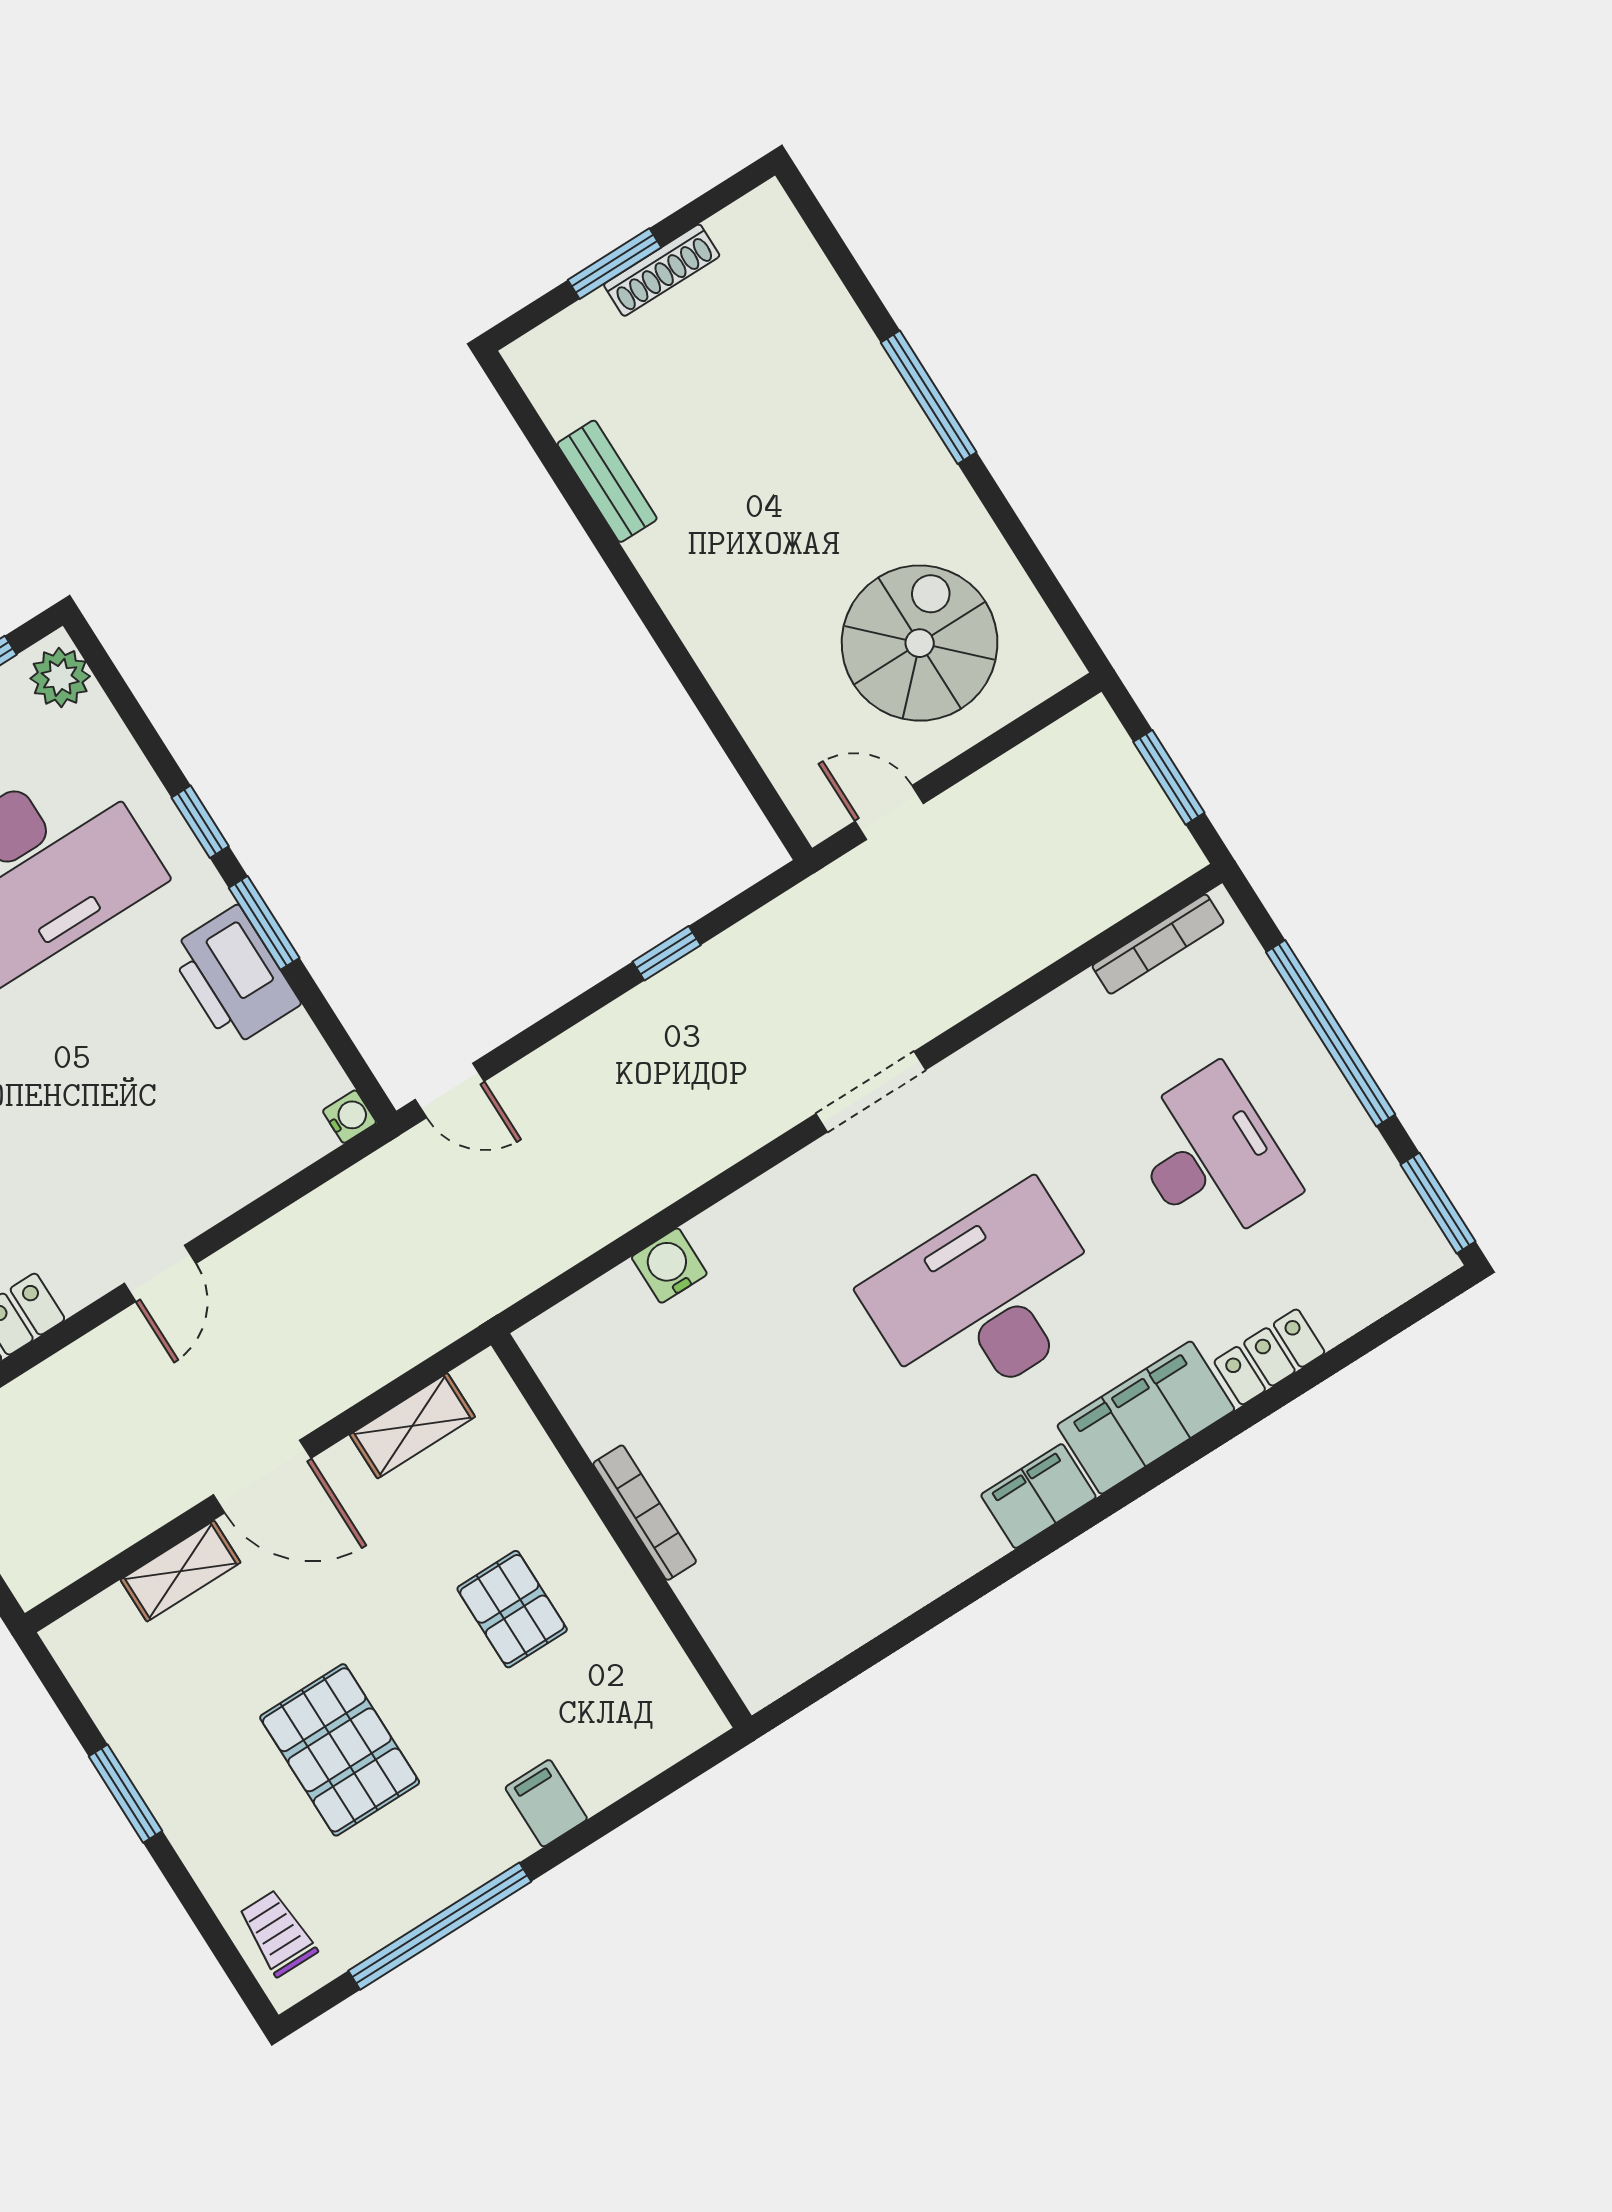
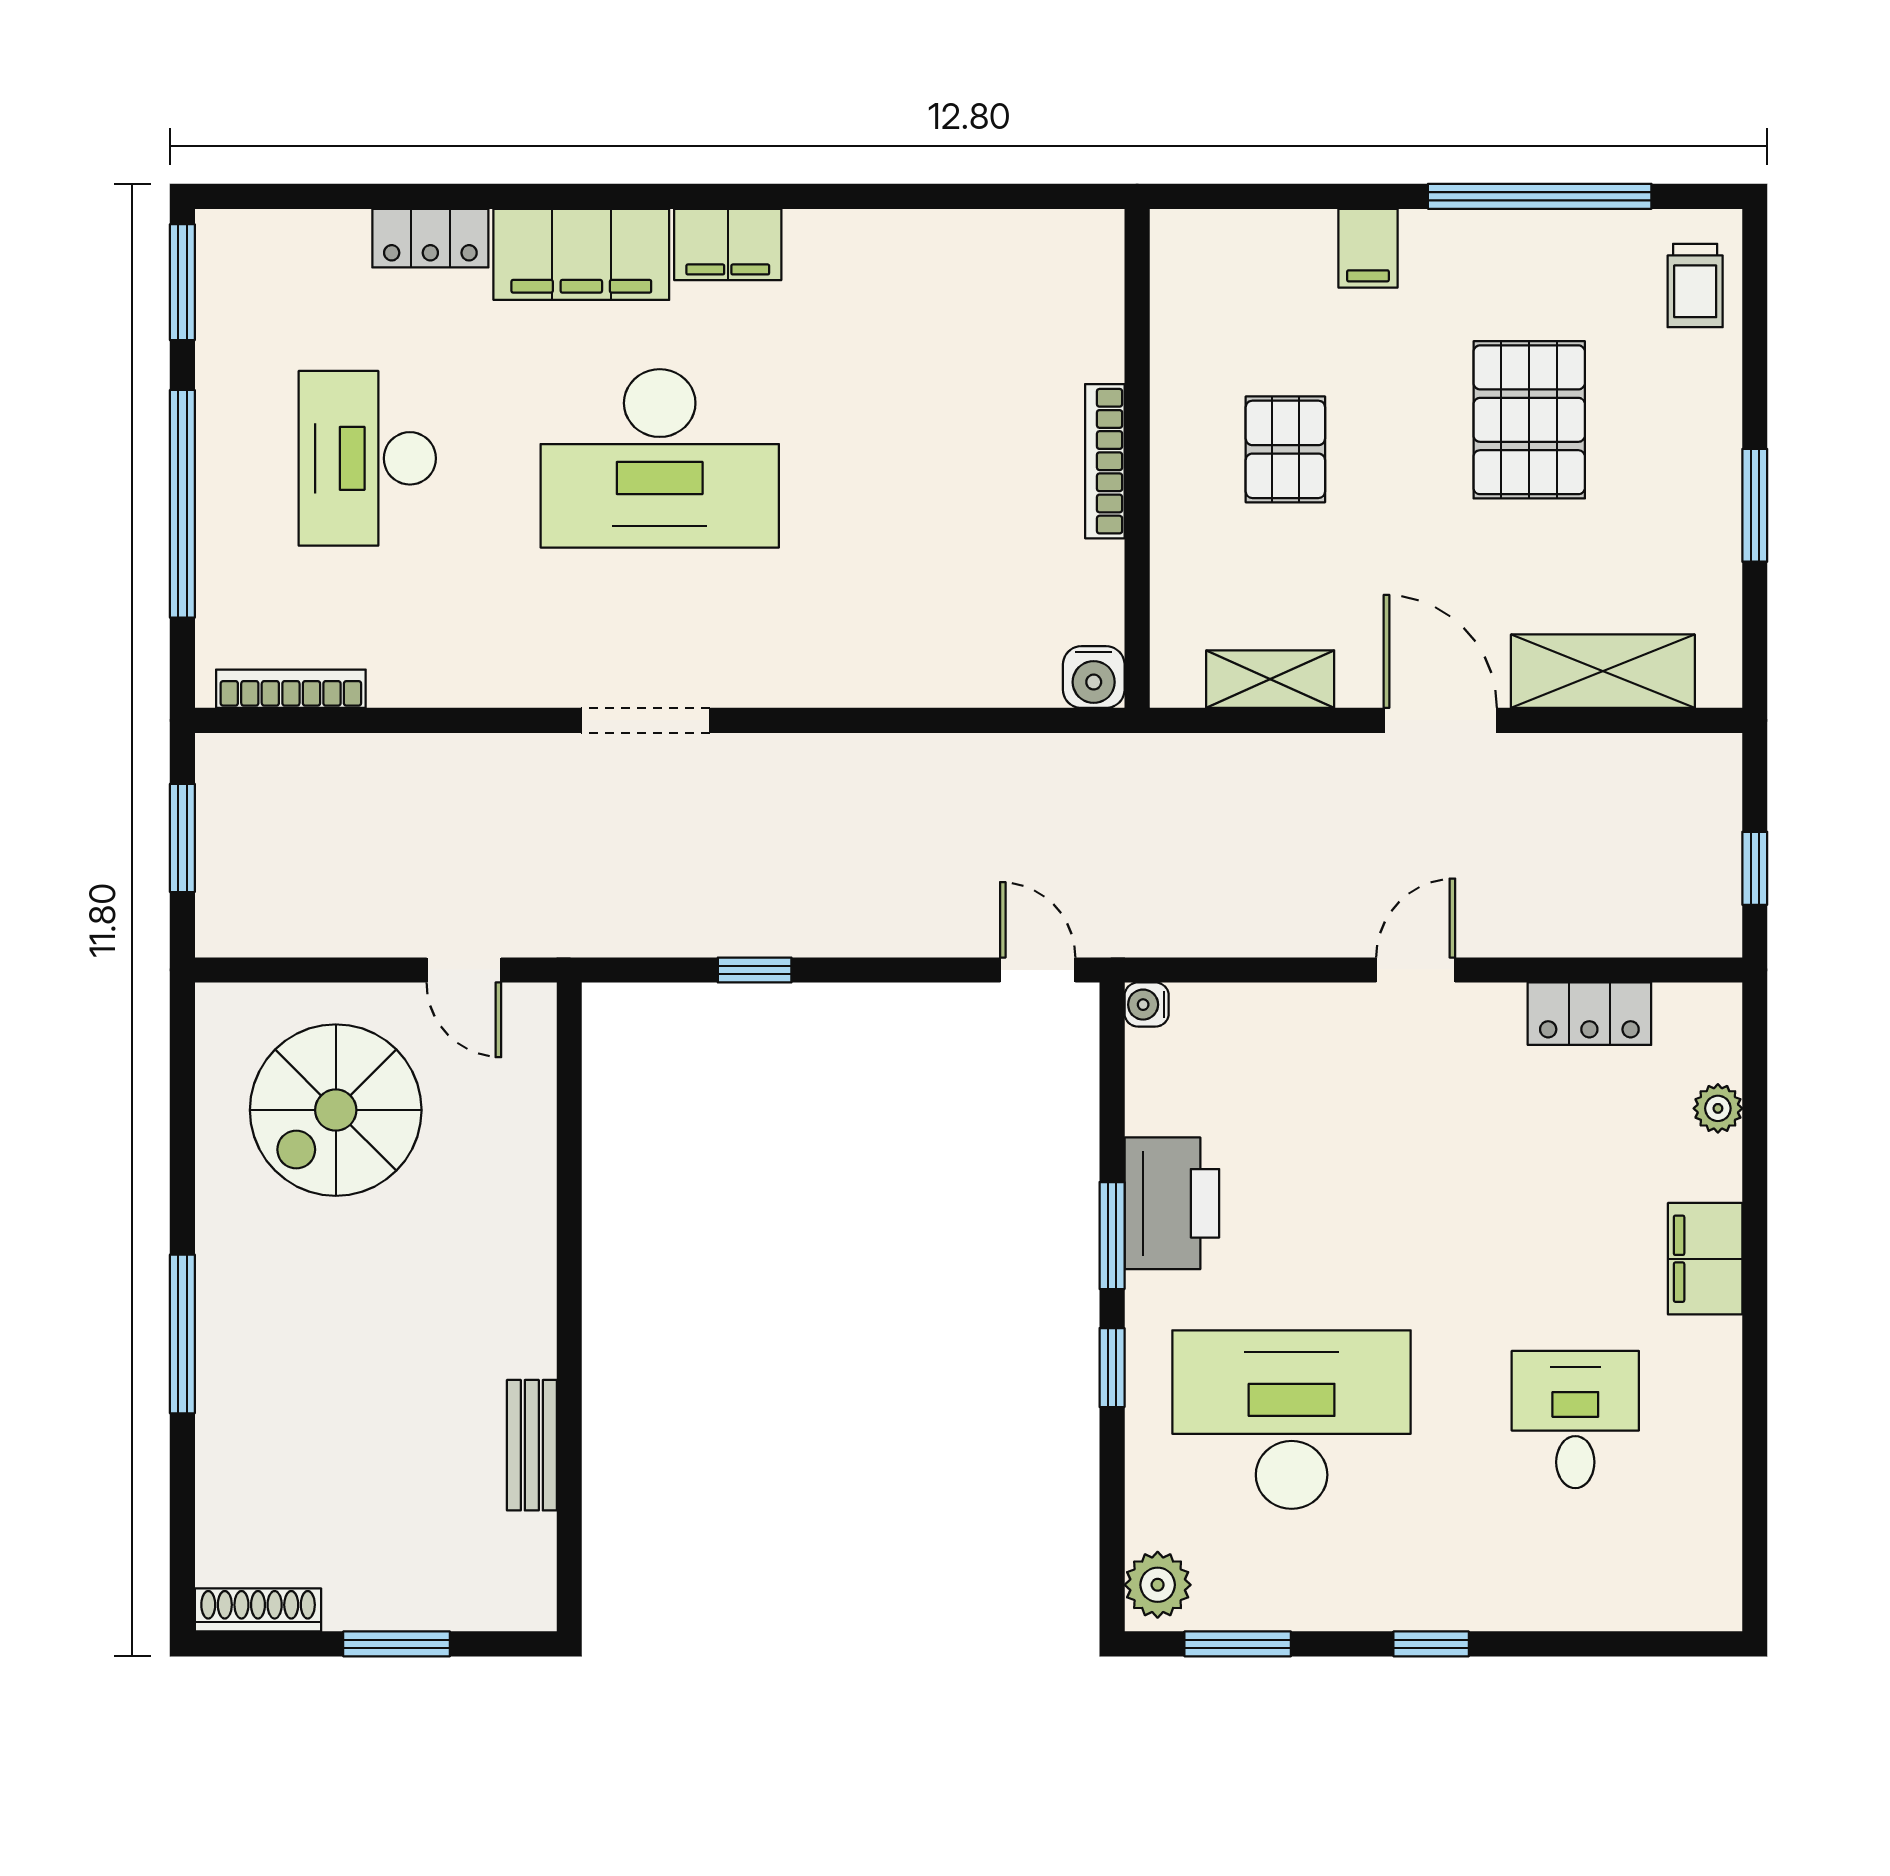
shoe rack: (662, 270) -> (258, 1610), moved
water cooler: (669, 1266) -> (1094, 677), moved
shelving: (180, 1571) -> (1603, 671), width x1.50, depth x1.33

